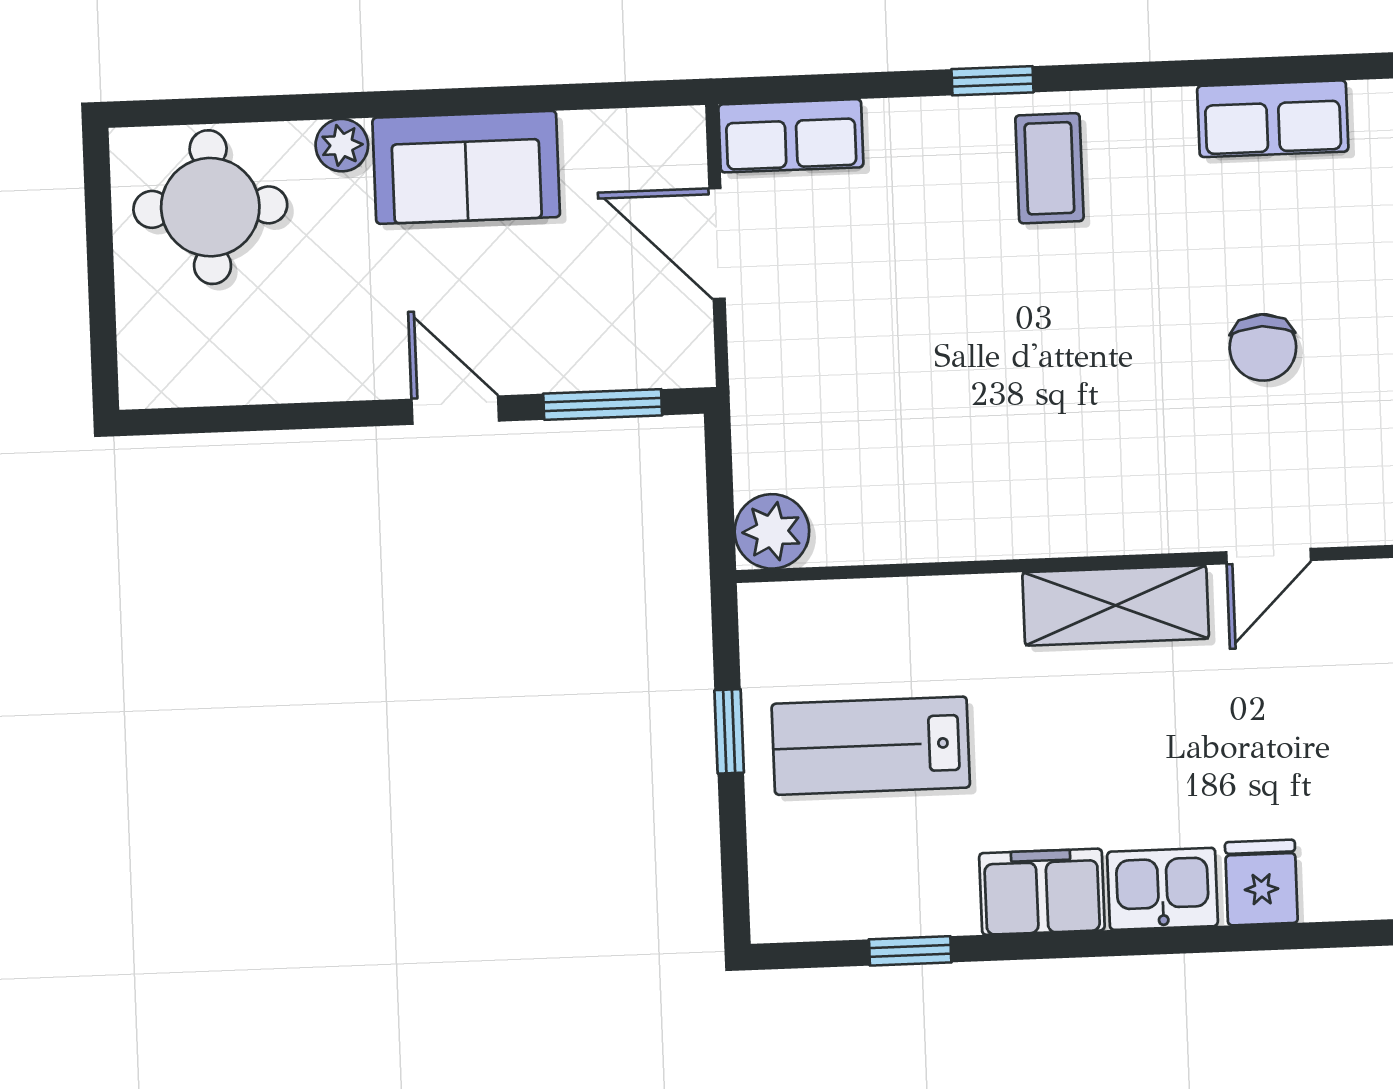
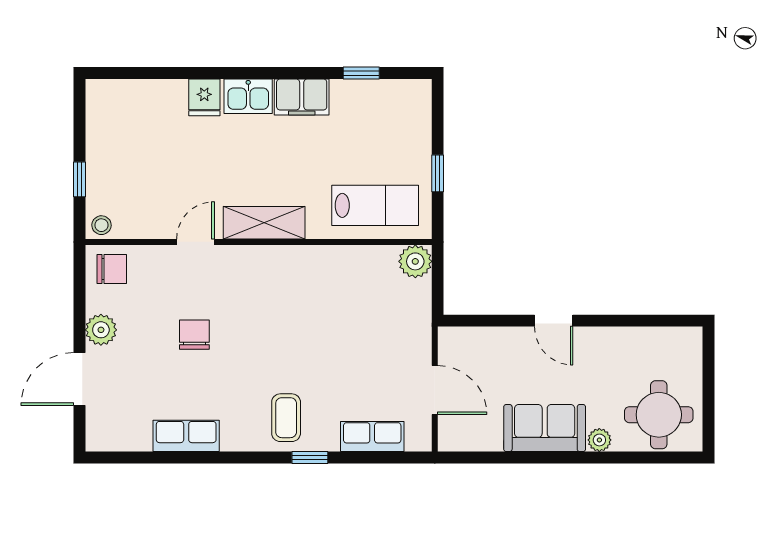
row of seats: (791, 136) -> (372, 436), moved
window: (603, 404) -> (488, 321), removed
lab bench: (871, 746) -> (375, 205), moved

